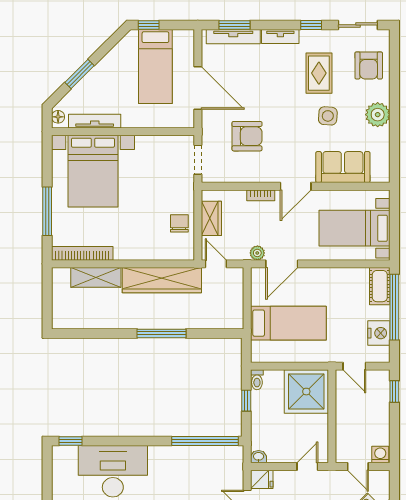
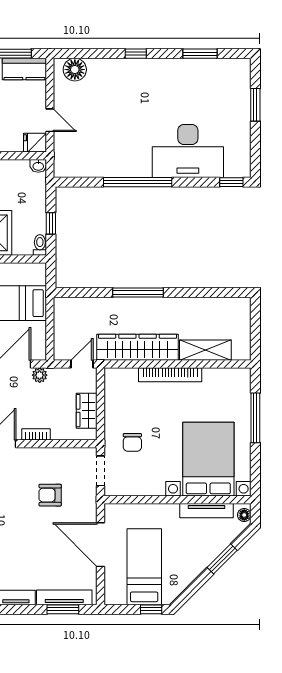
armchair: (247, 136) -> (50, 495), width x0.72, depth x0.72
chair: (179, 223) -> (132, 442), moved
bookcase: (82, 253) -> (170, 375), moved
door: (216, 264) -> (82, 364), swing flipped
window: (205, 441) -> (138, 182), moved

